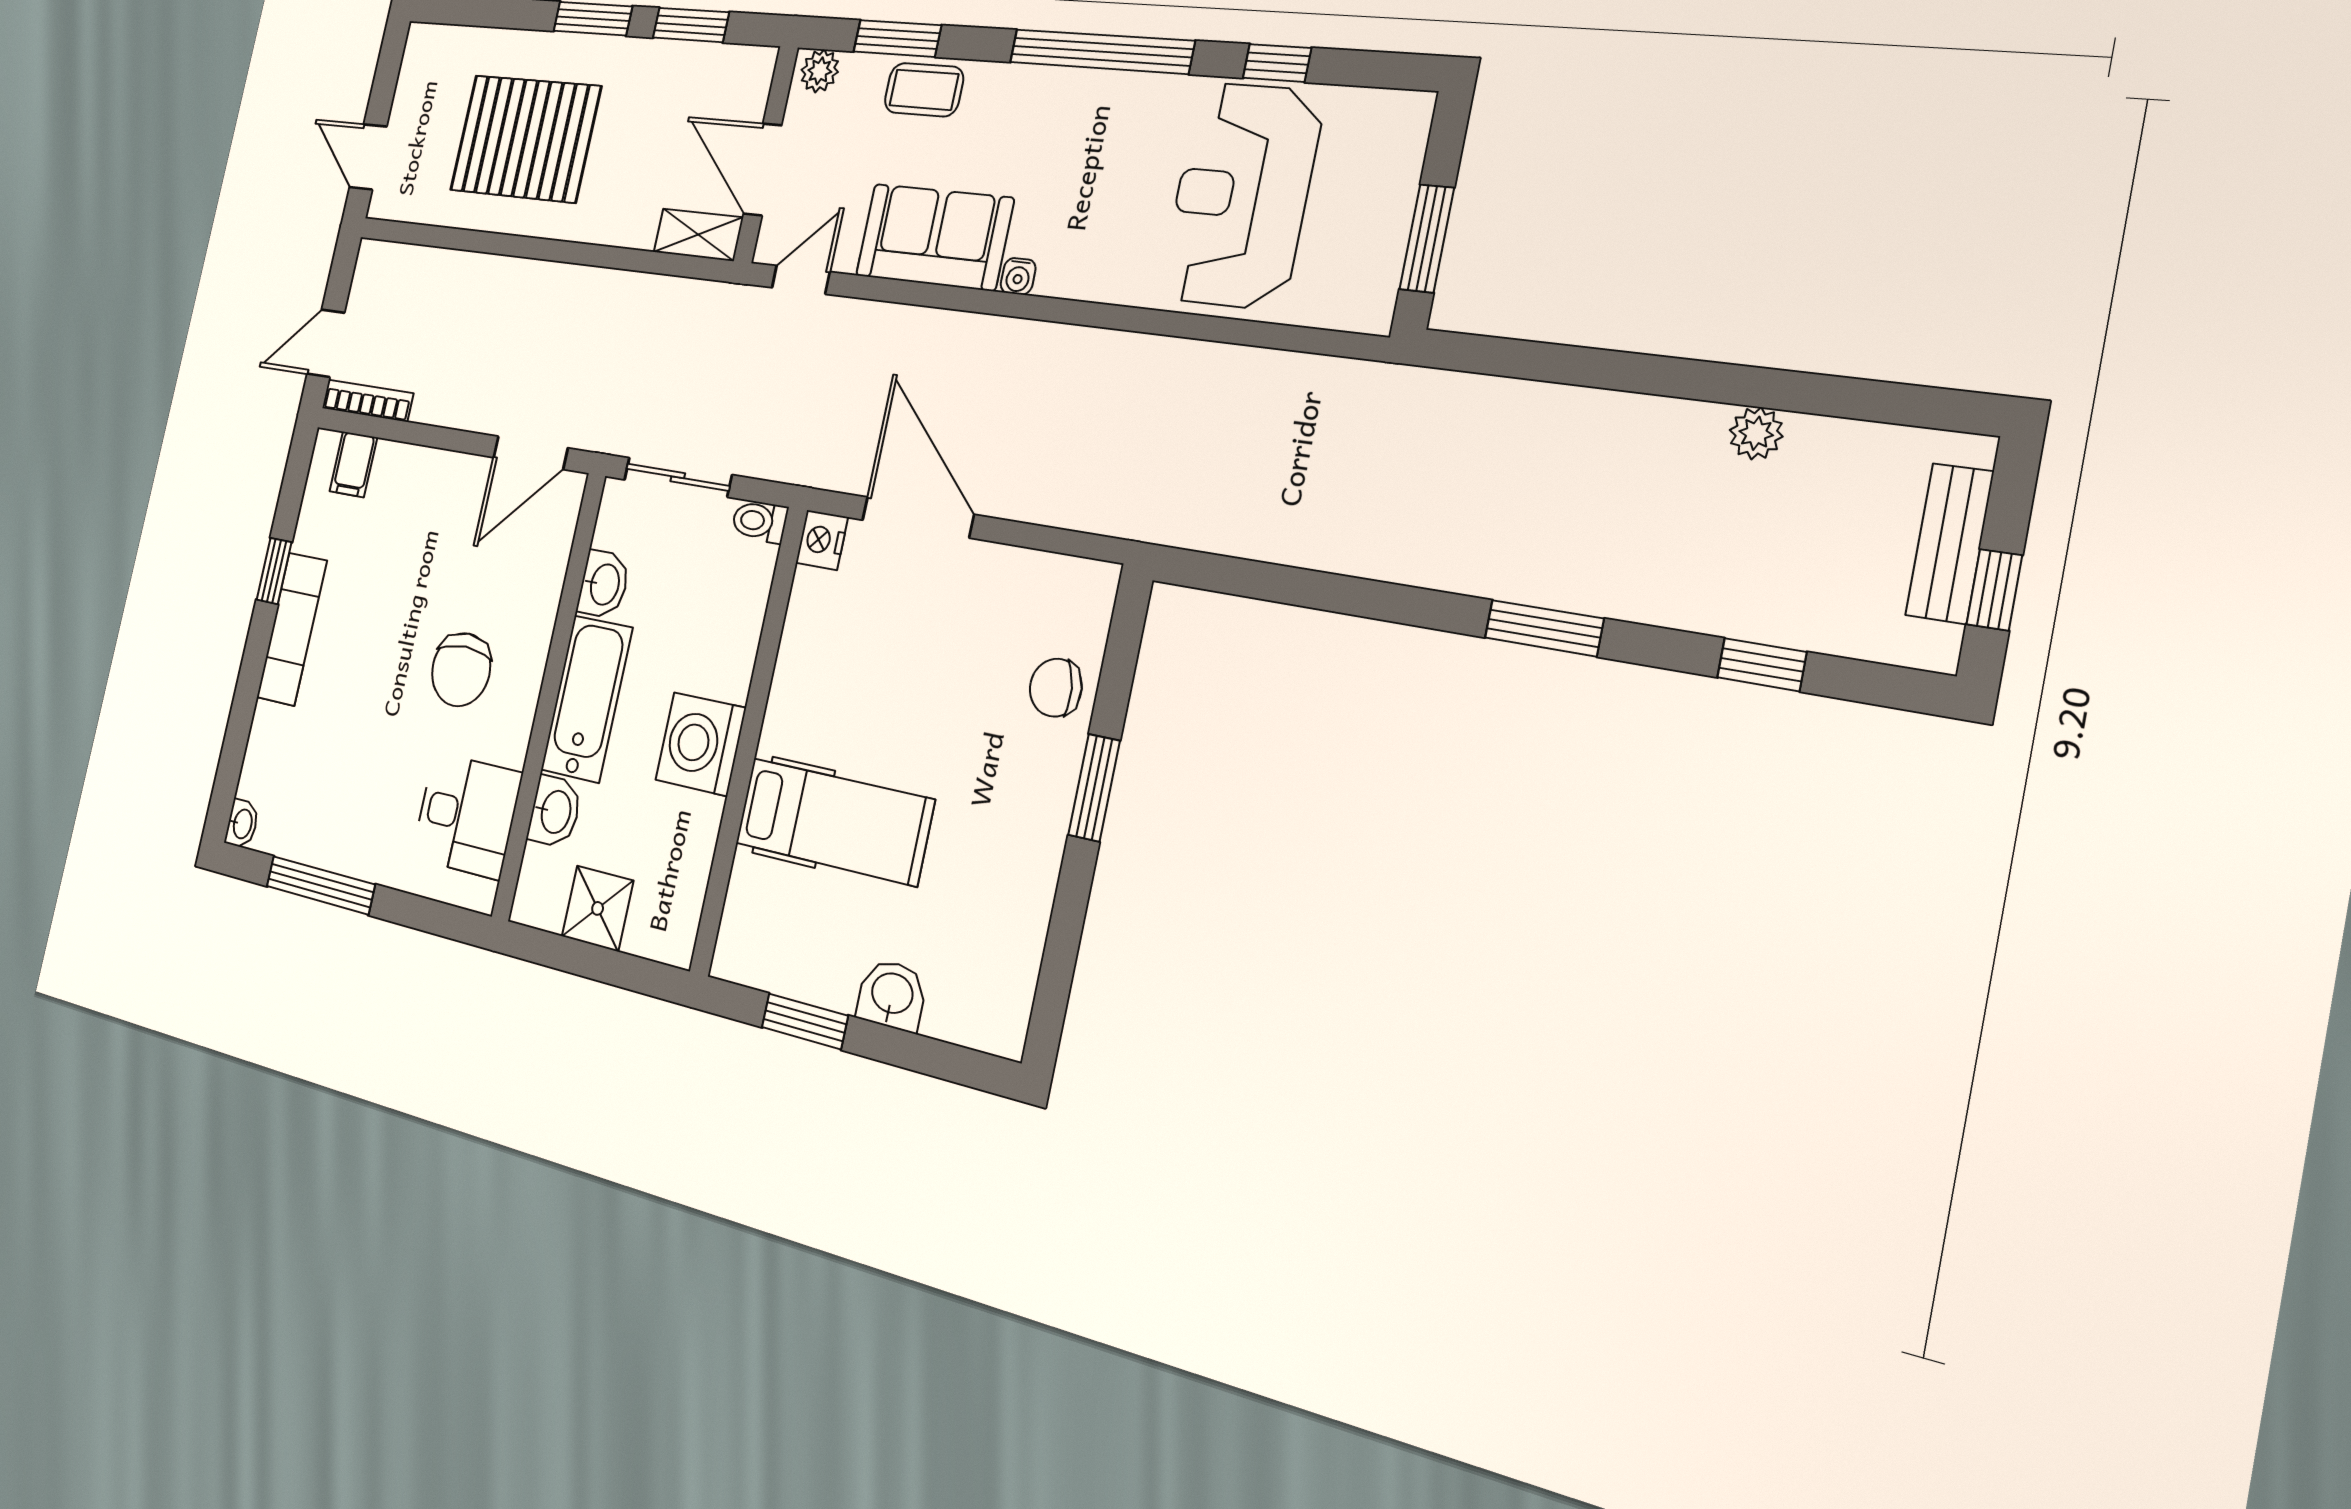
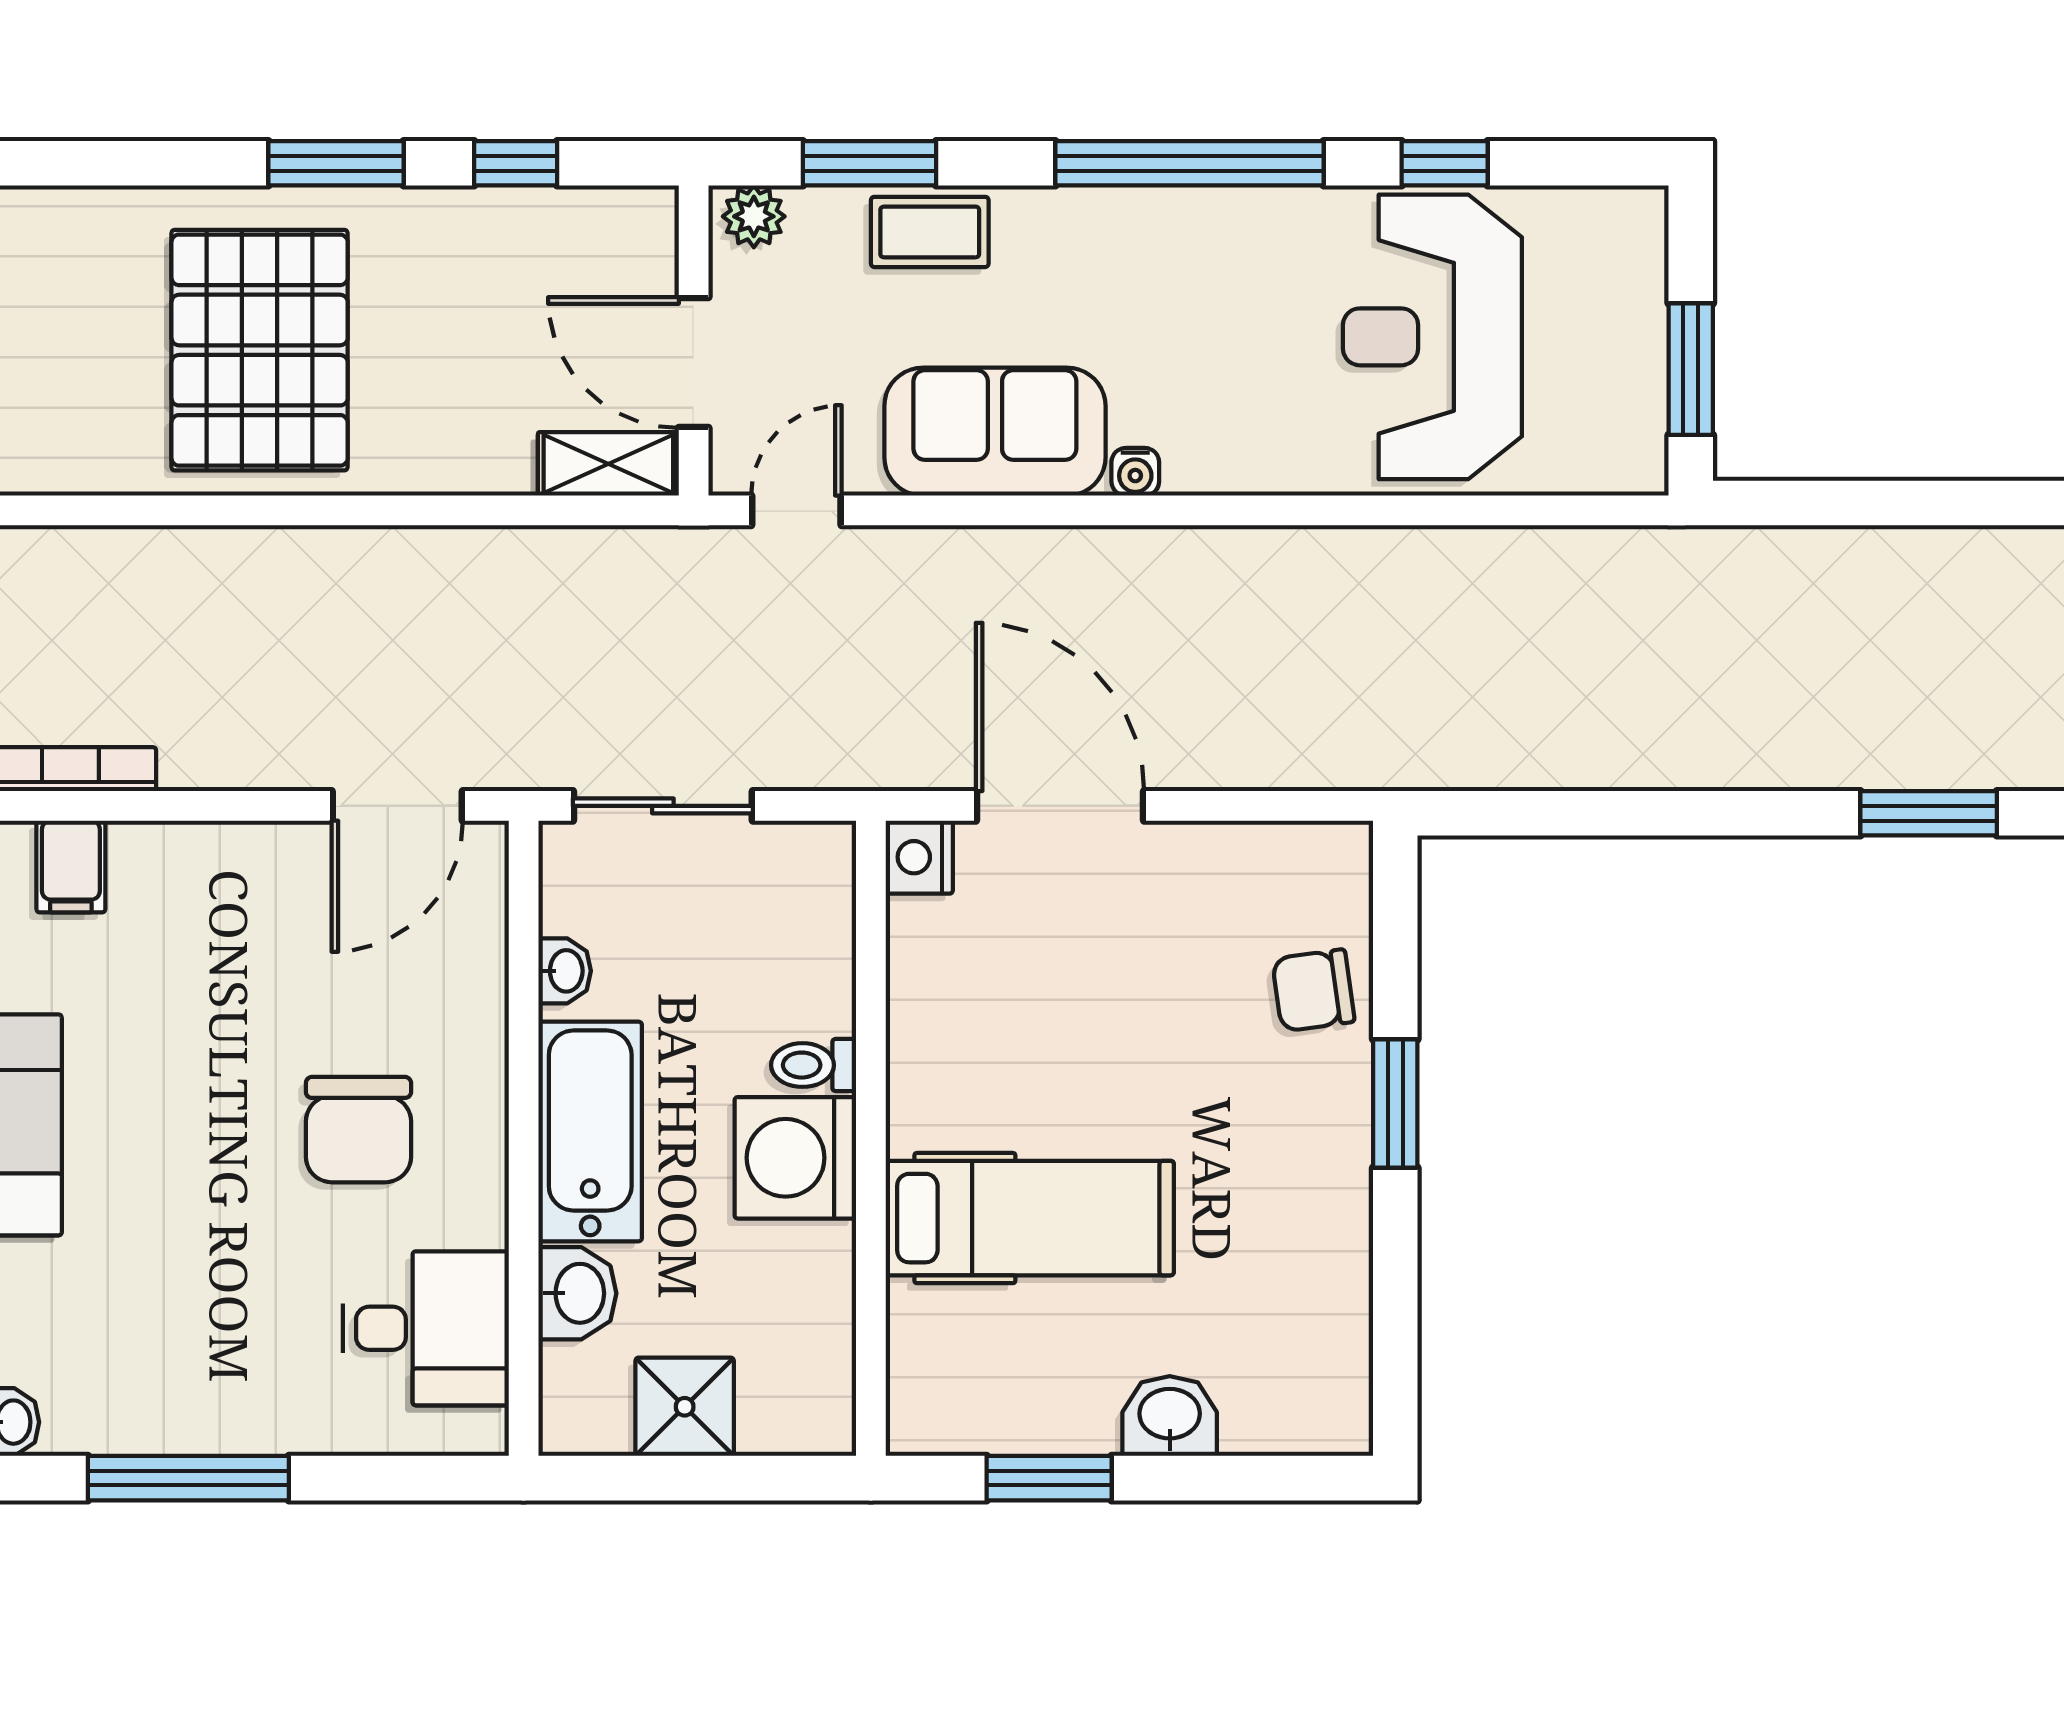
window: (691, 25) -> (516, 163), width x0.67
pallet: (525, 139) -> (260, 350), turned 90
toilet: (760, 521) -> (814, 1065), moved
washbasin: (604, 584) -> (565, 971), width x0.72, depth x0.69

